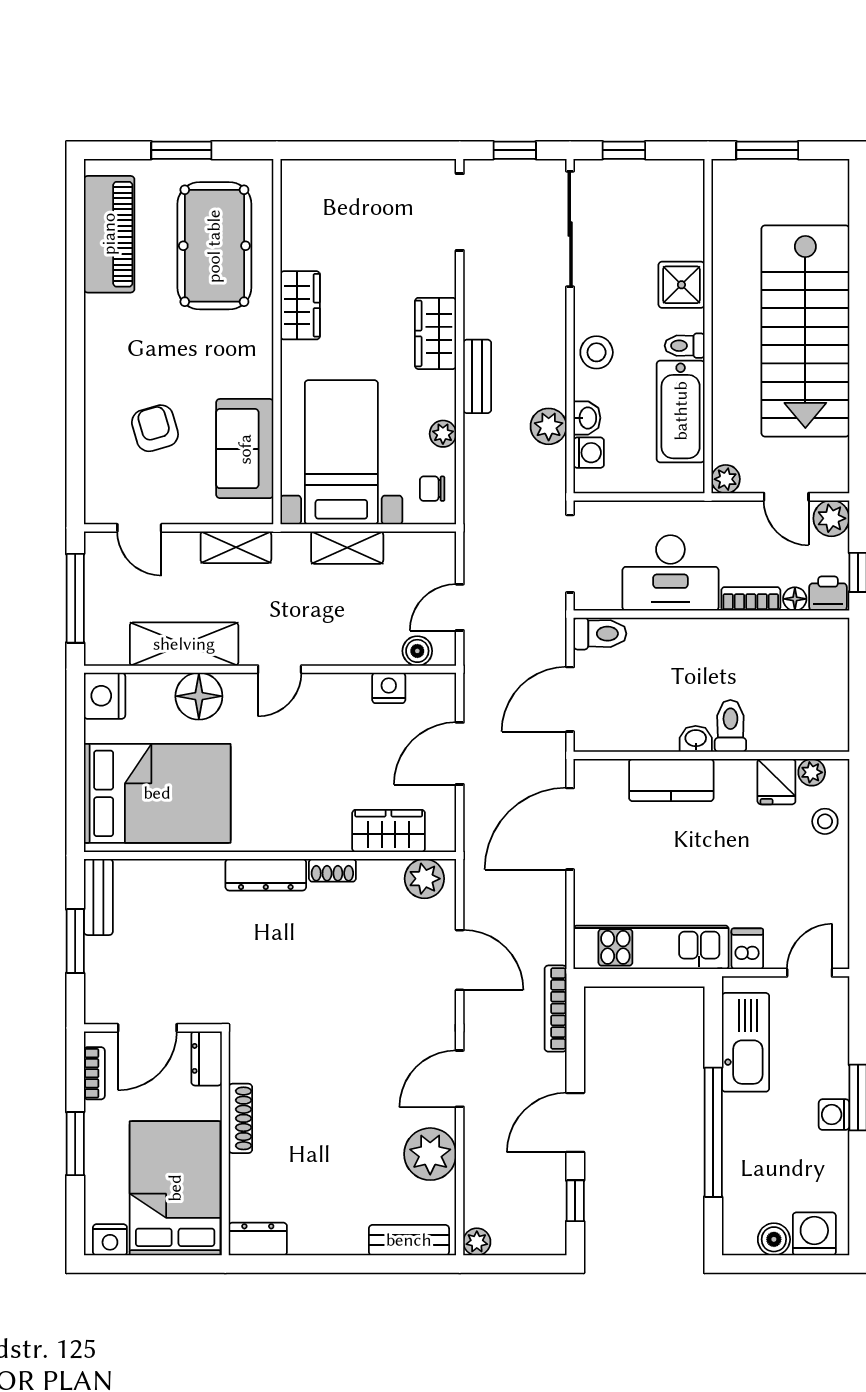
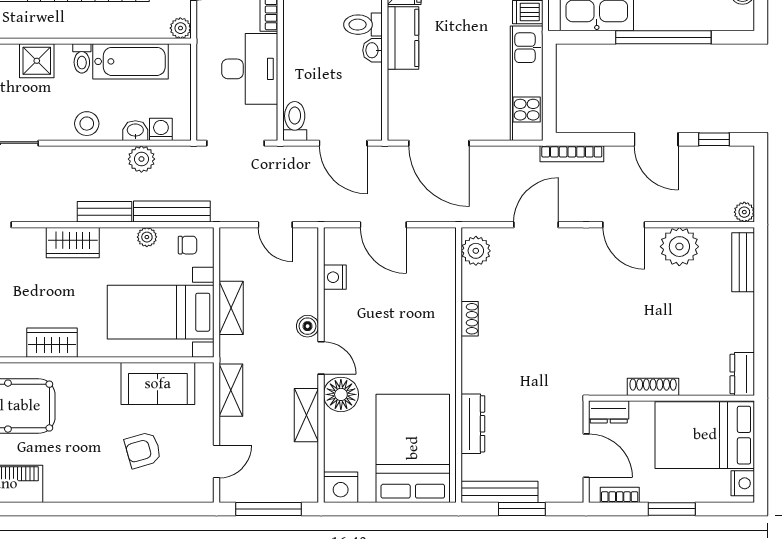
bench: (478, 468) -> (172, 211), added
chair: (432, 489) -> (188, 245), turned -90
shelving: (184, 644) -> (306, 415), width x0.67, depth x0.75
boiler: (417, 651) -> (308, 326), moved
floor lamp: (199, 696) -> (341, 394), moved
kitchen counter: (671, 780) -> (403, 38), moved
wardrobe: (389, 831) -> (441, 277), removed
dresser: (266, 875) -> (473, 424), moved
bench: (98, 897) -> (500, 492), width x1.36

